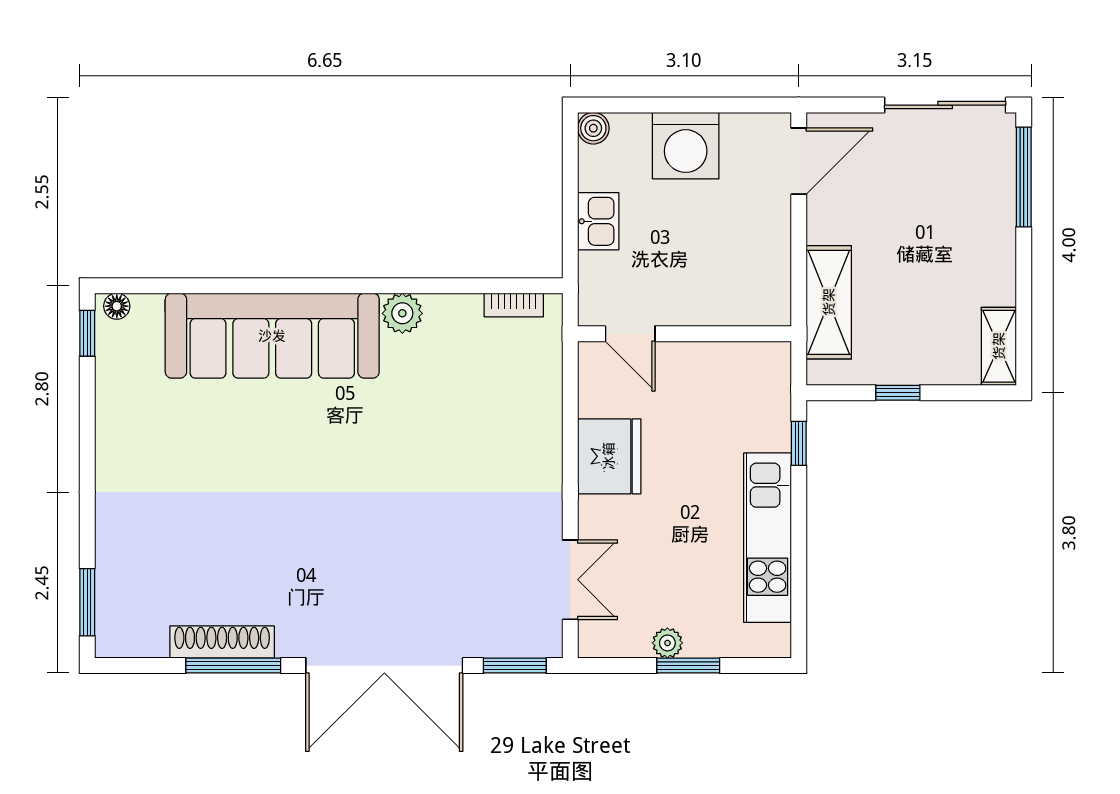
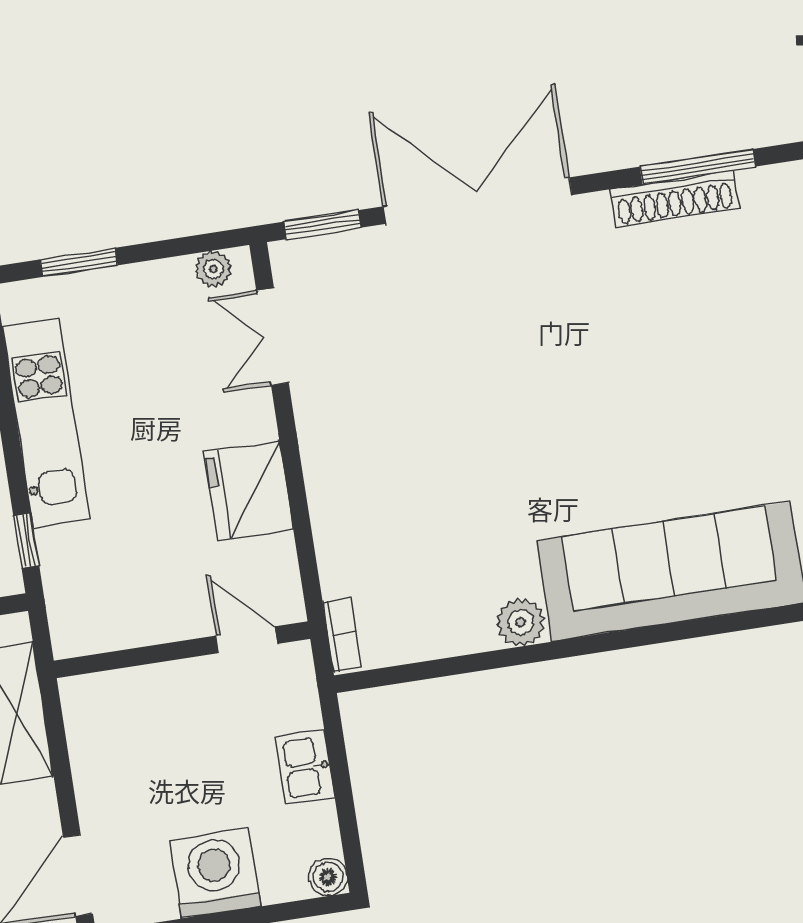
bookcase: (514, 305) -> (342, 635), moved, turned 90
plant: (667, 643) -> (213, 269), moved
window: (233, 666) -> (698, 167), moved
window: (688, 666) -> (79, 262), moved

